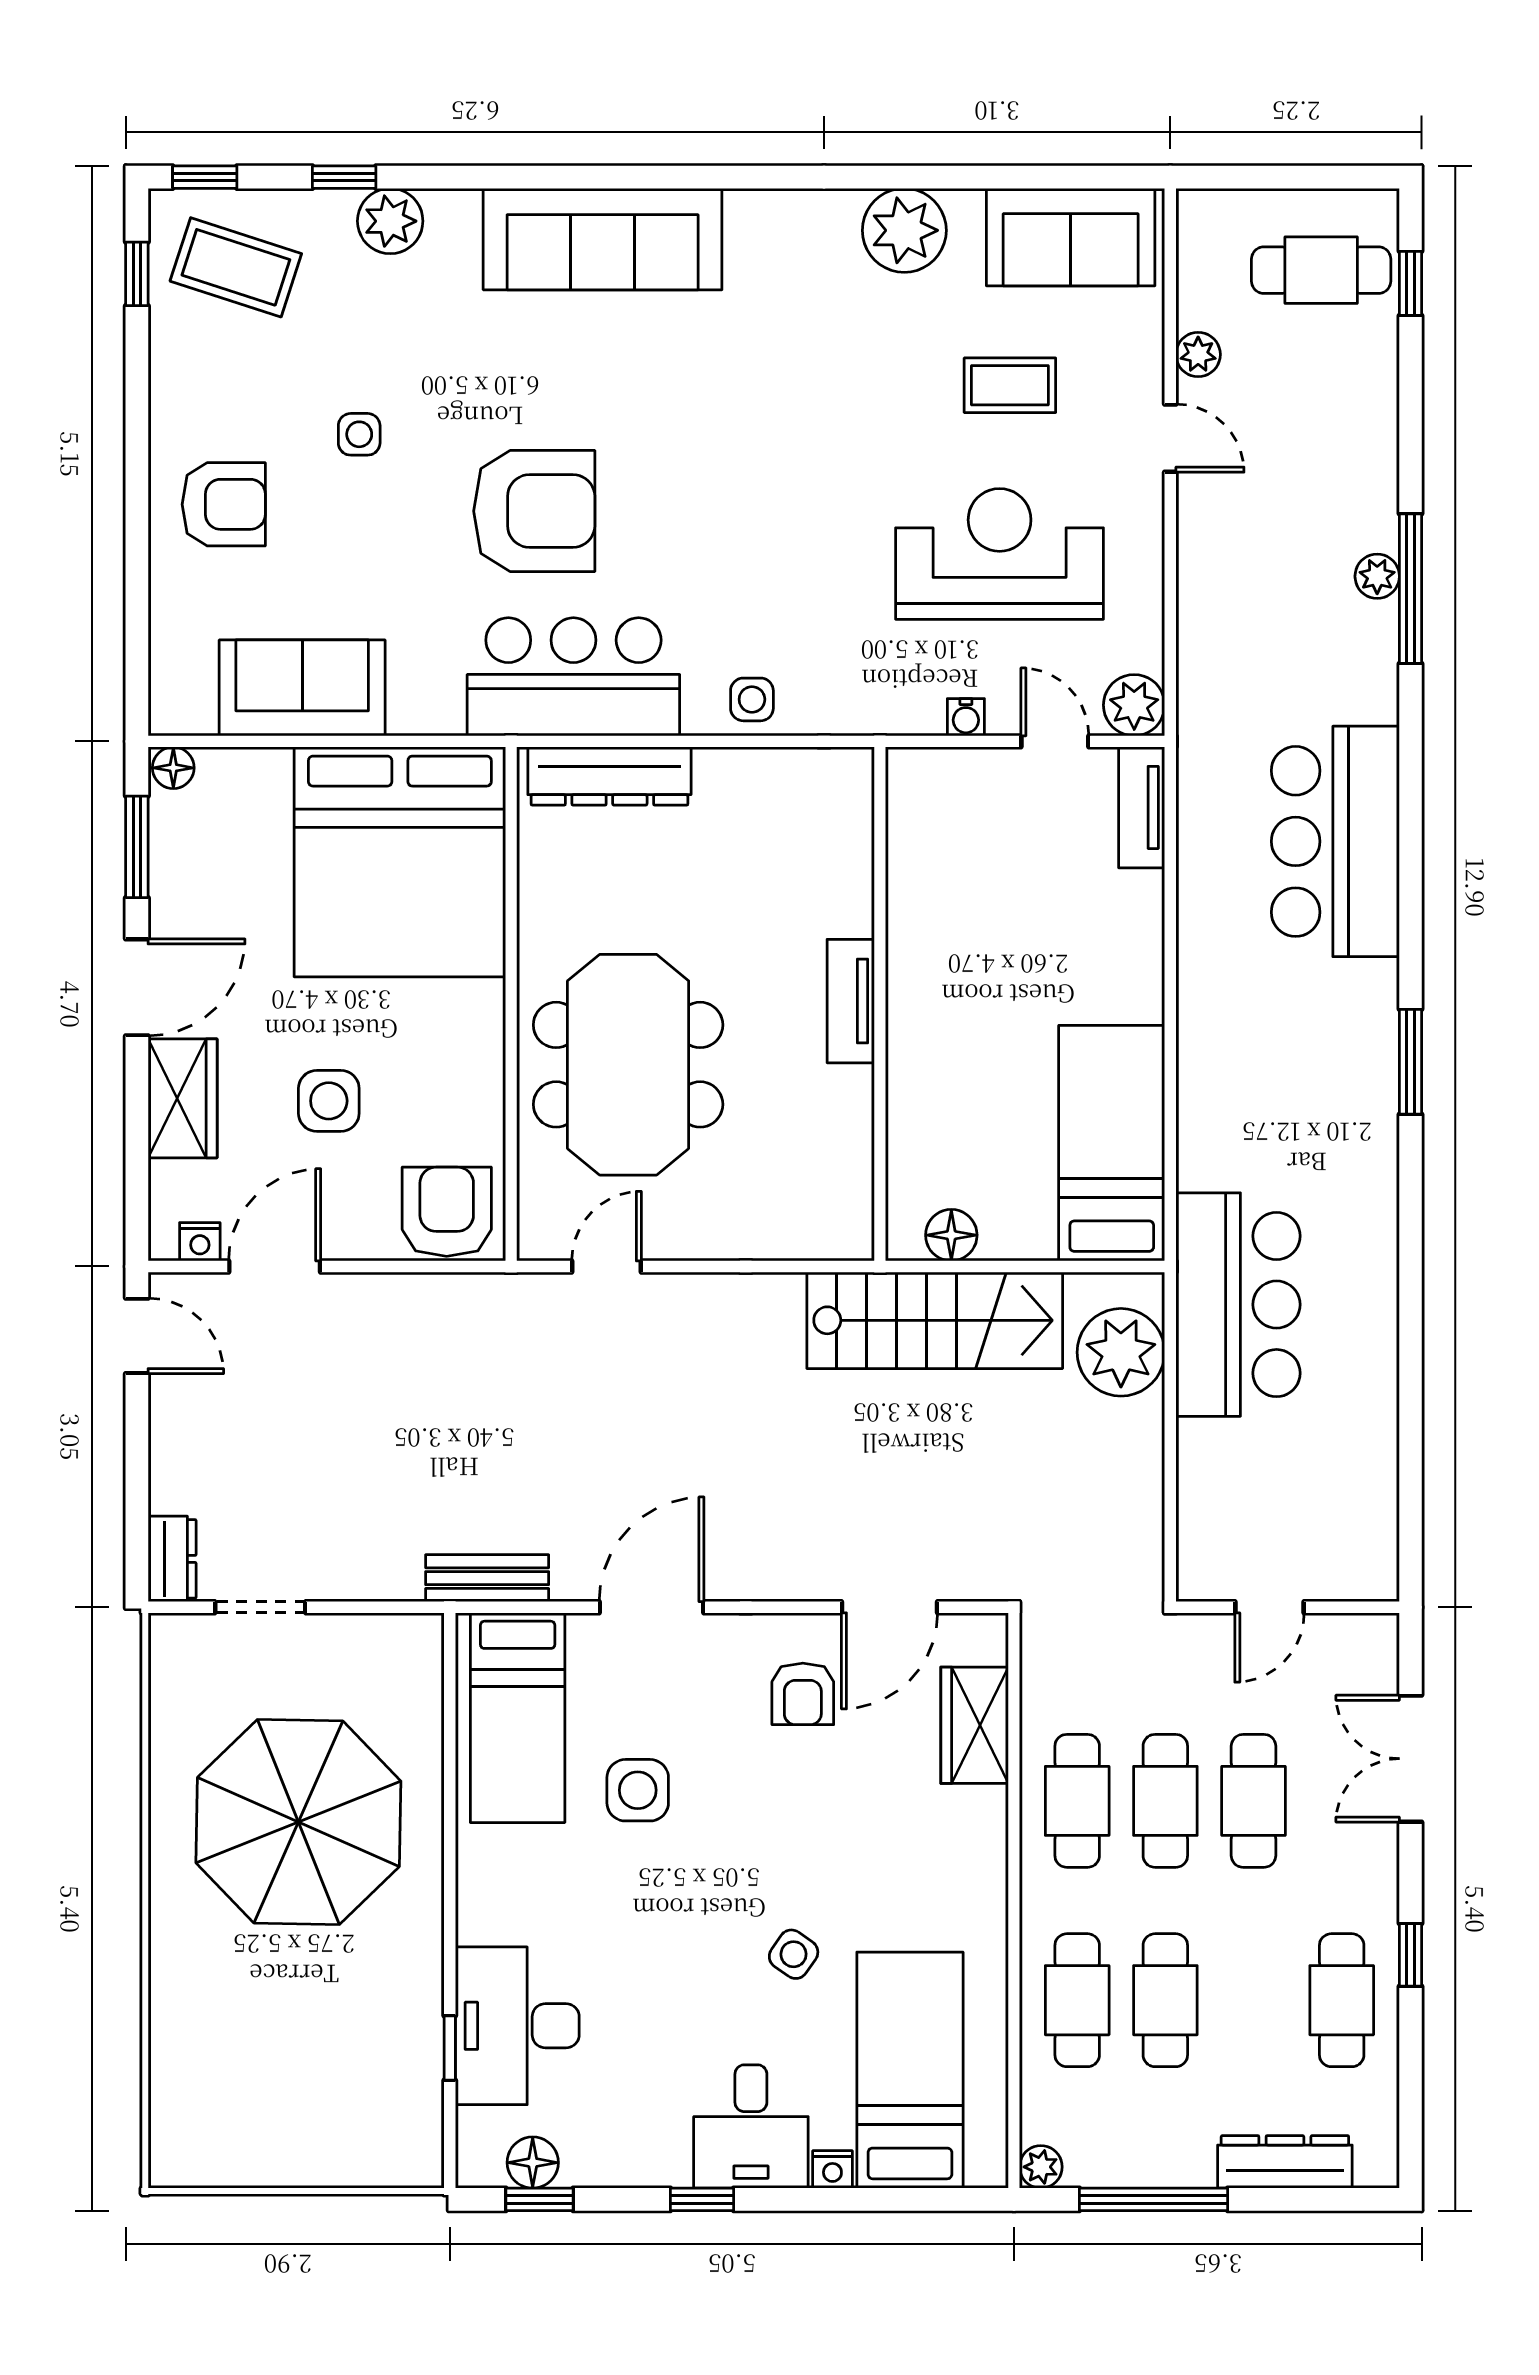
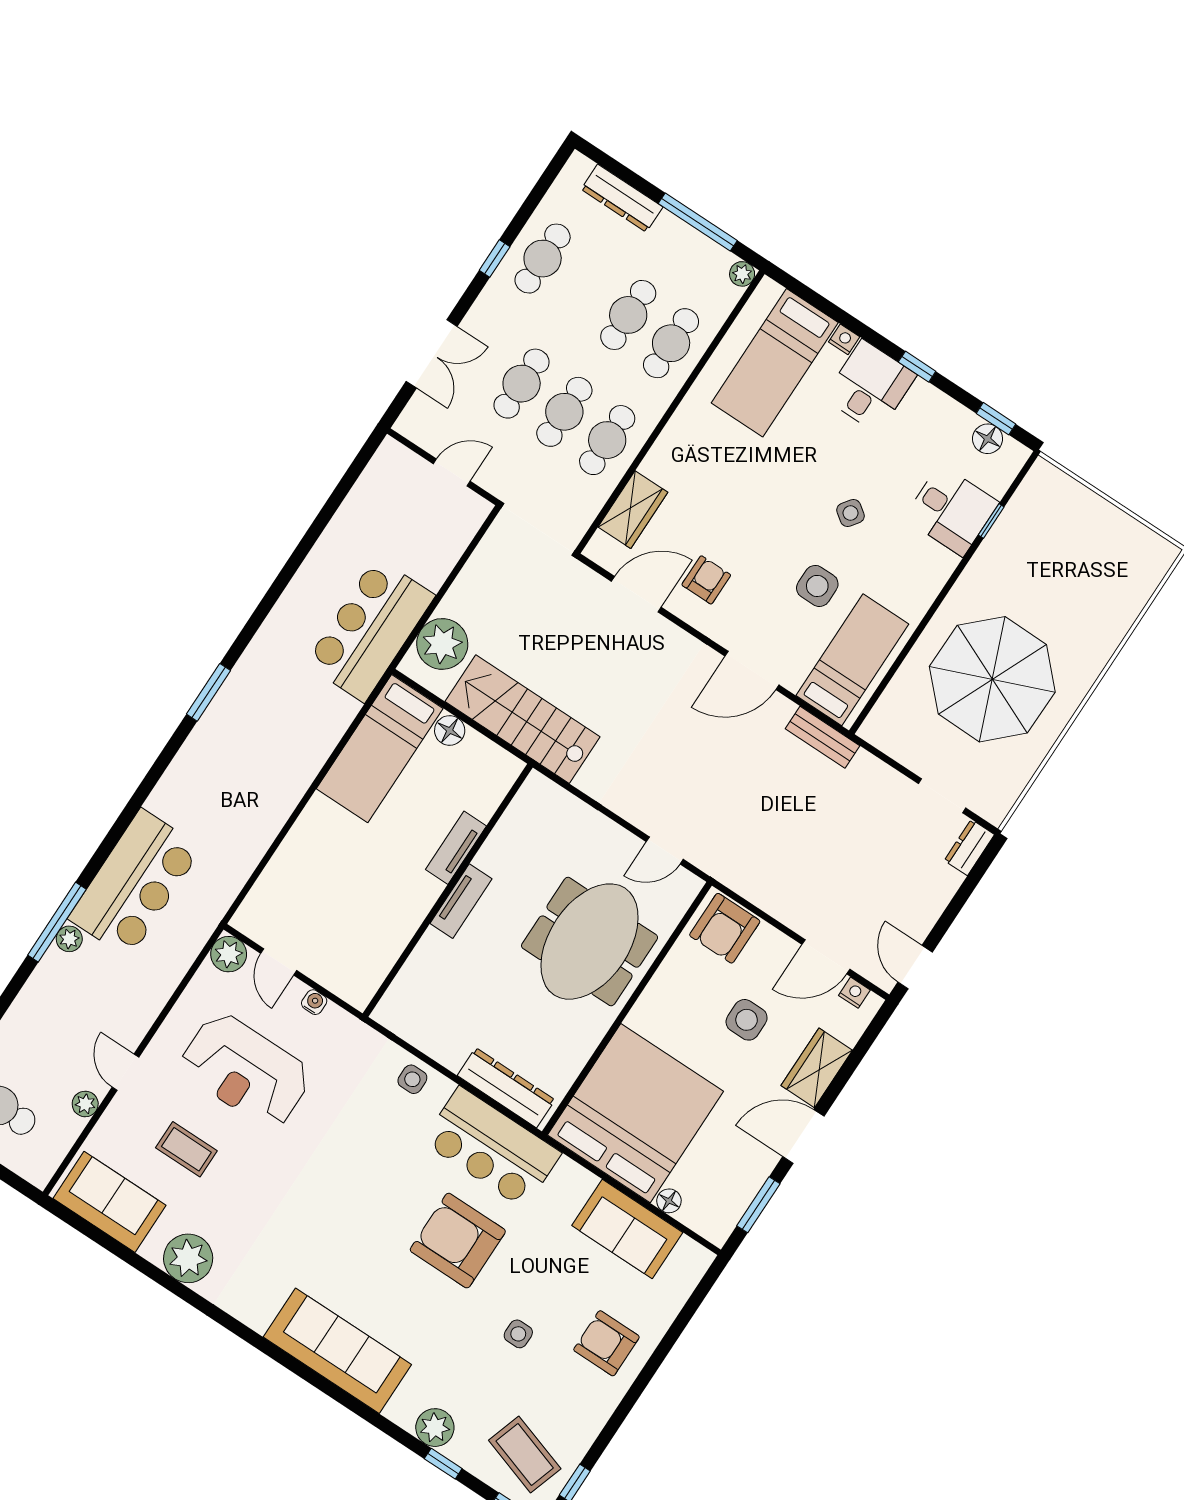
floor lamp: (173, 768) -> (669, 1201), moved
tv unit: (1142, 807) -> (456, 848), moved, turned 180
bar counter: (1335, 841) -> (135, 883), moved
floor lamp: (951, 1235) -> (450, 730), moved
side table: (794, 1954) -> (850, 513), moved
desk: (517, 2026) -> (951, 510), width x0.73

